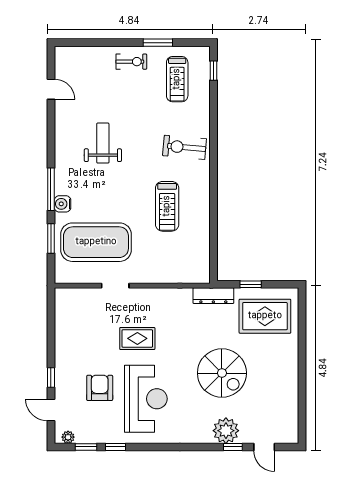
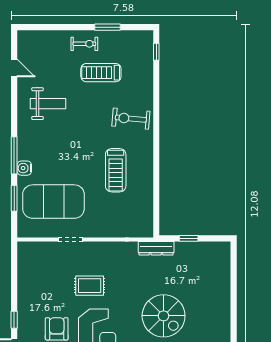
treadmill: (177, 79) -> (101, 73), moved, turned 90
weight bench: (103, 143) -> (48, 104), moved, turned 90
rug: (265, 316) -> (201, 266), removed

